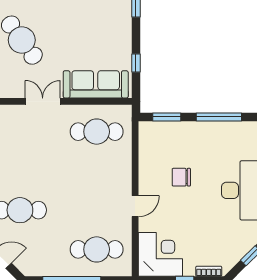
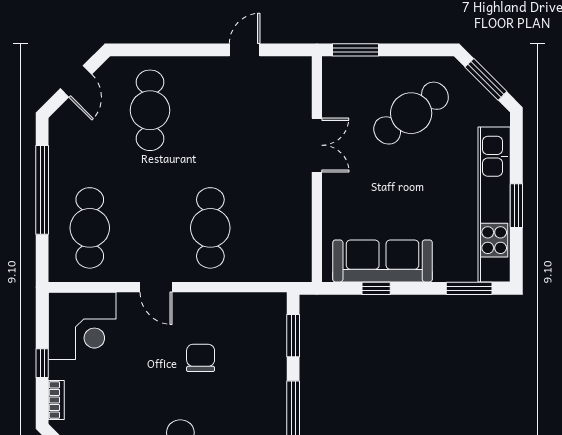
sofa: (96, 84) -> (383, 261), moved, turned -90
cafe table: (97, 132) -> (210, 228), moved

